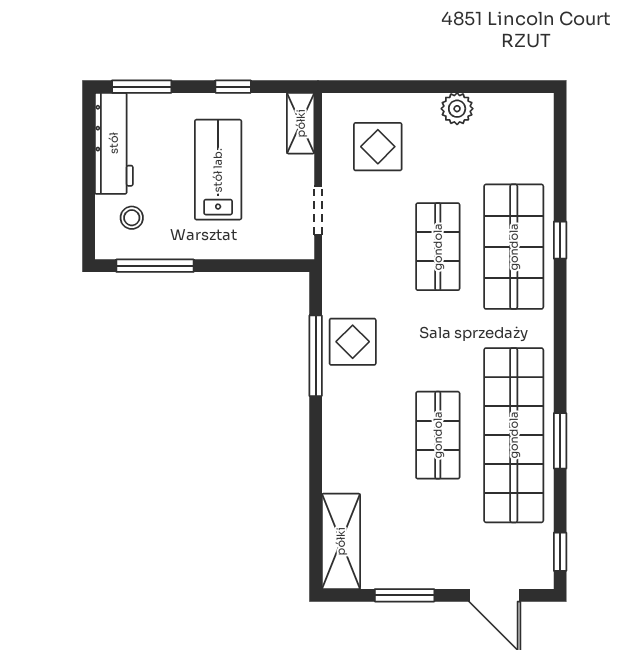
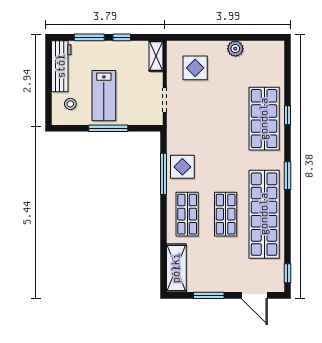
window: (142, 87) -> (89, 37), moved
lab bench: (218, 170) -> (104, 96), moved, turned 180
shop shelf: (438, 247) -> (187, 214), moved
window: (155, 266) -> (108, 128), moved
window: (560, 441) -> (288, 176), moved

